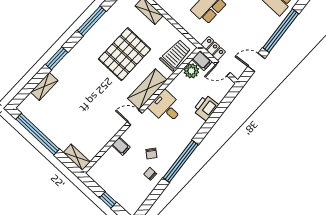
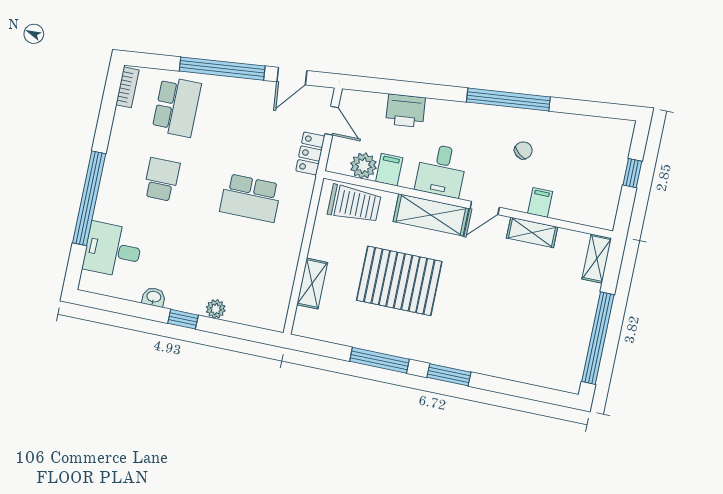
trolley: (175, 55) -> (354, 204), turned 180
window: (57, 58) -> (449, 375), moved
filing cabinet: (202, 61) -> (389, 170), moved
door: (256, 62) -> (292, 76), hinge flipped
shelving: (44, 86) -> (532, 232), moved
door: (135, 117) -> (485, 208), hinge flipped
chair: (150, 174) -> (555, 134), removed

